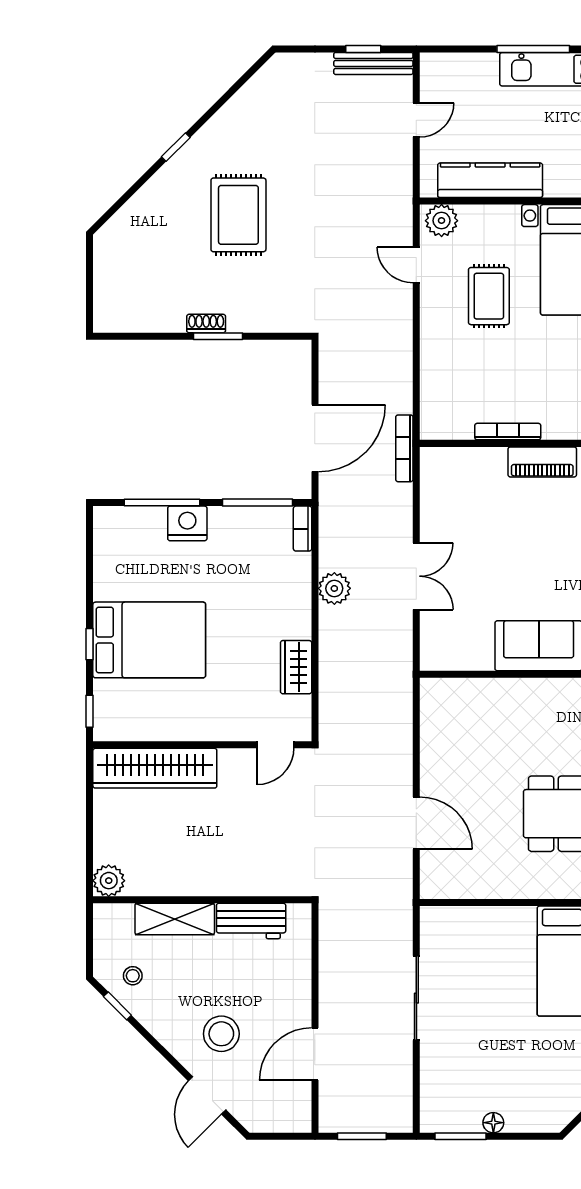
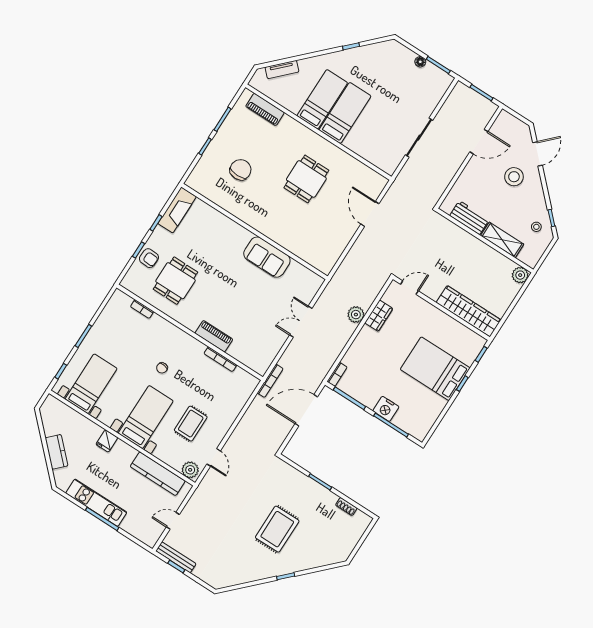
shoe rack: (206, 324) -> (346, 507), moved
plant: (334, 588) -> (356, 315), moved

